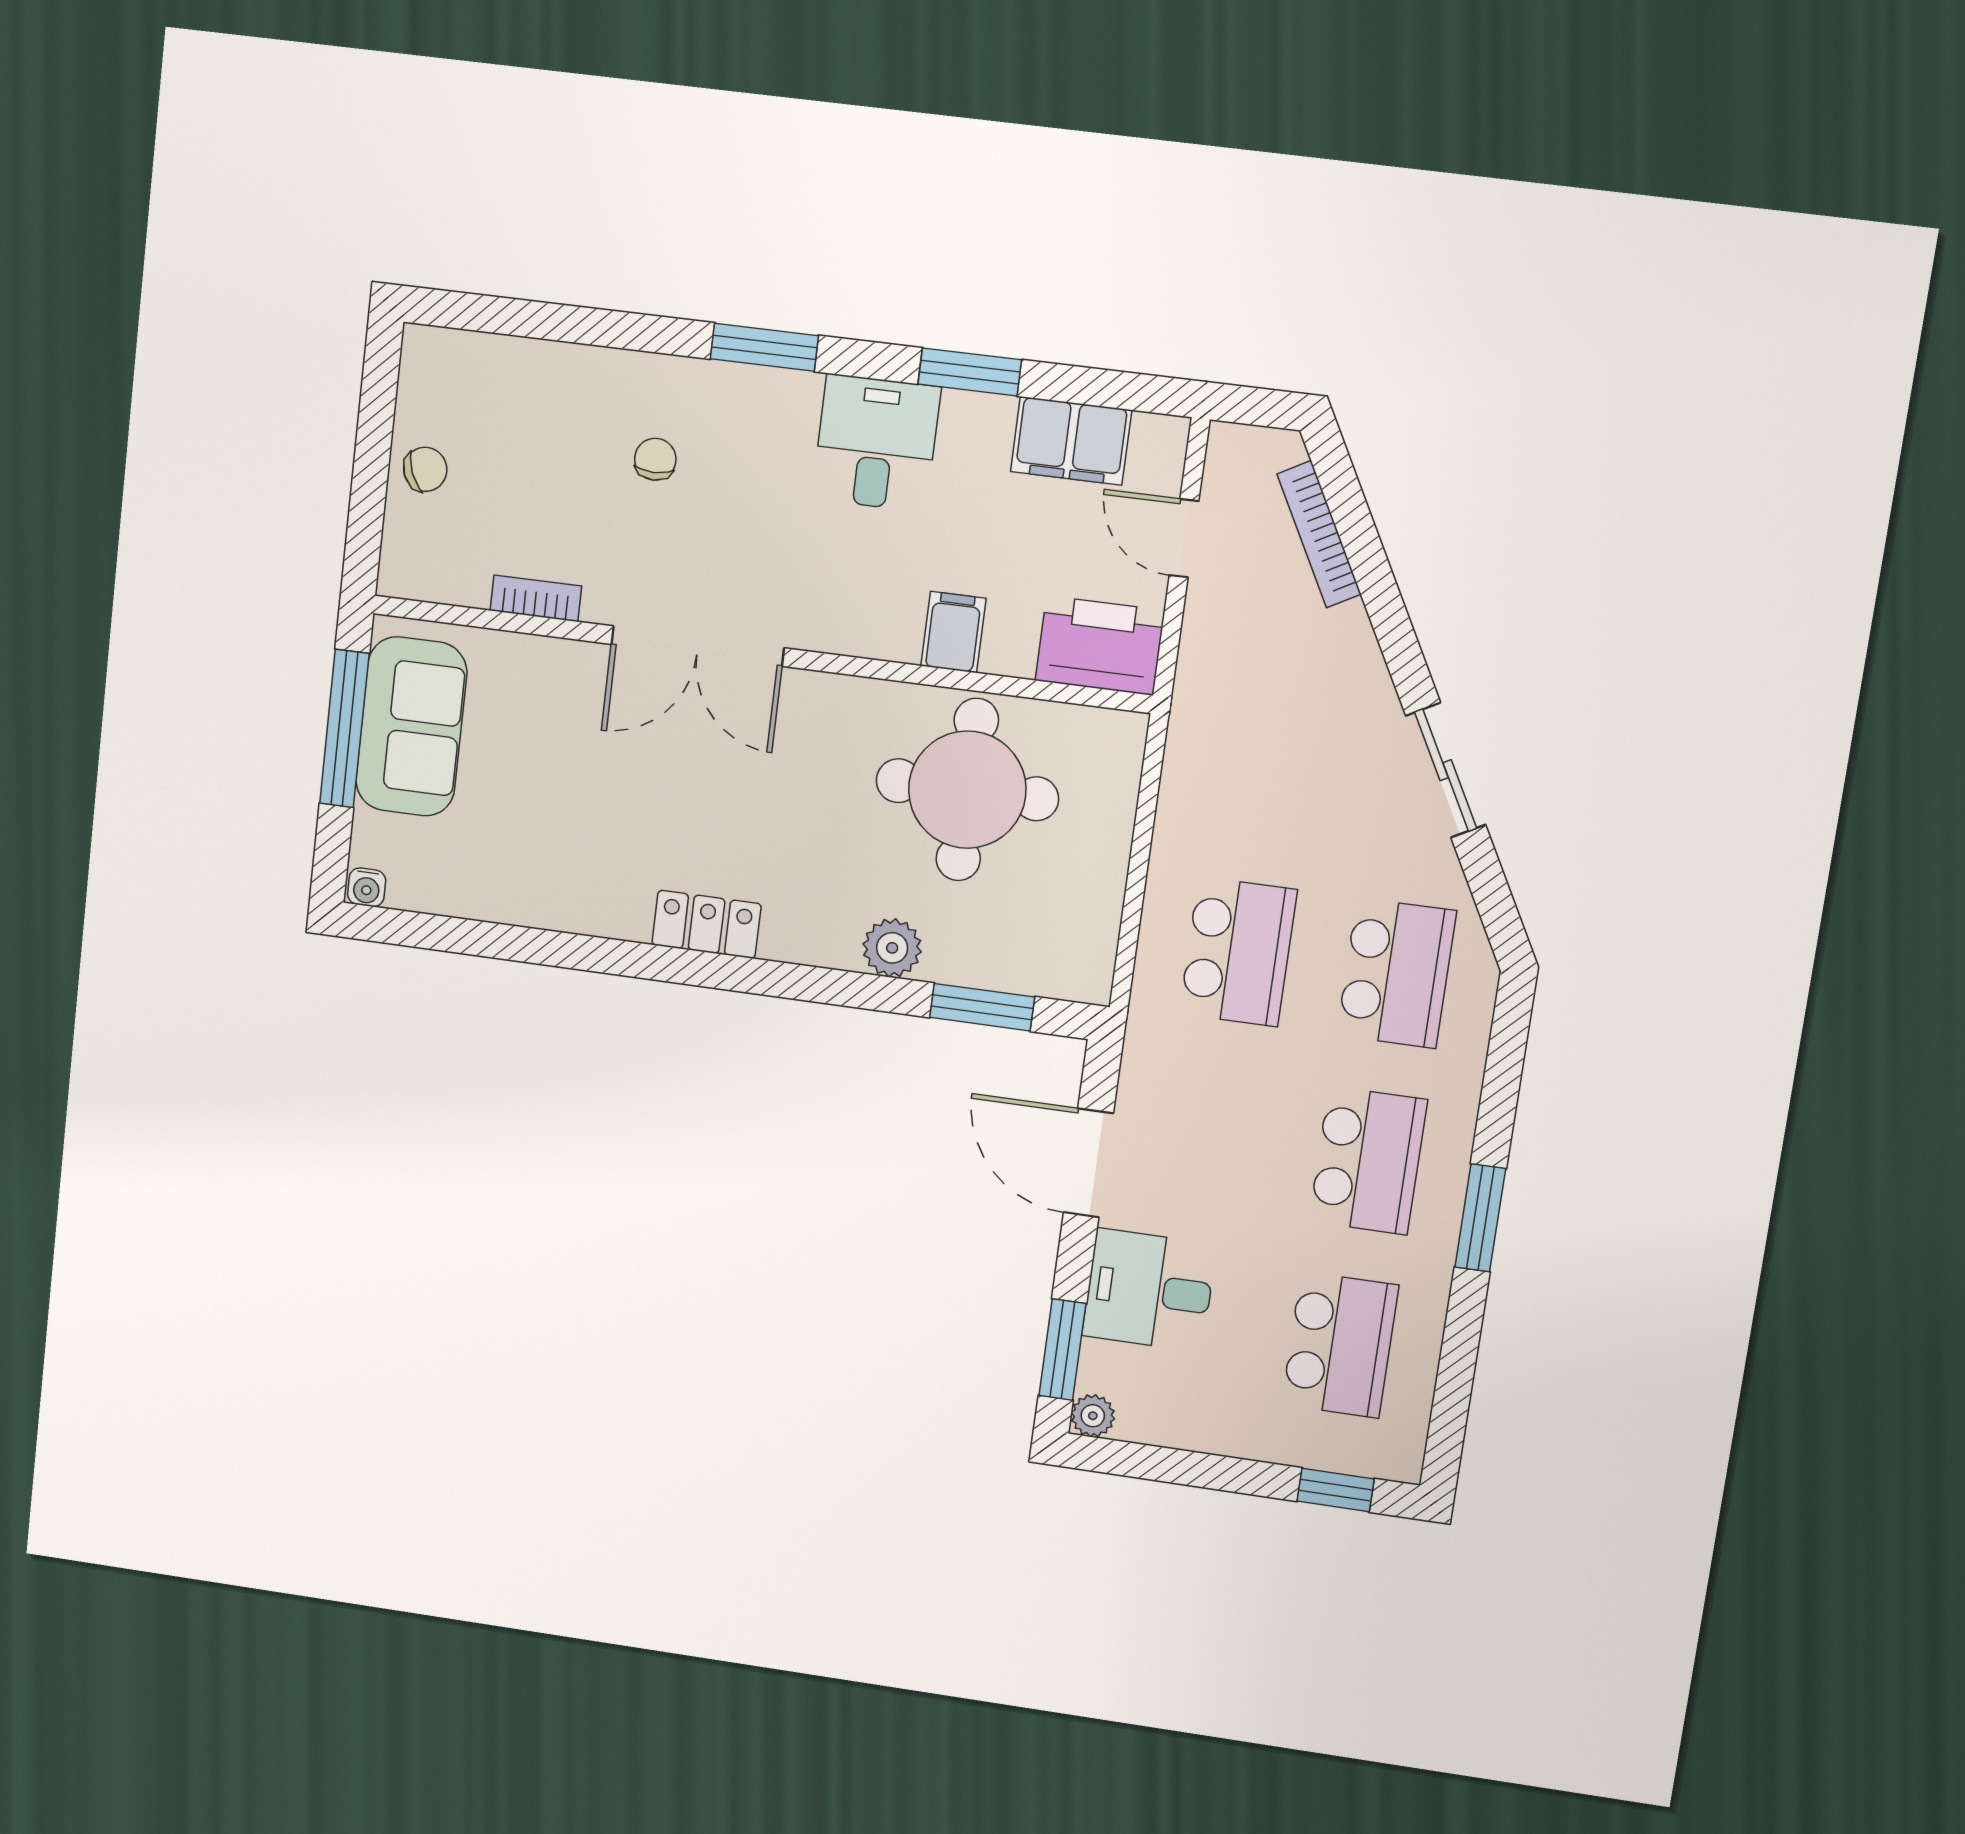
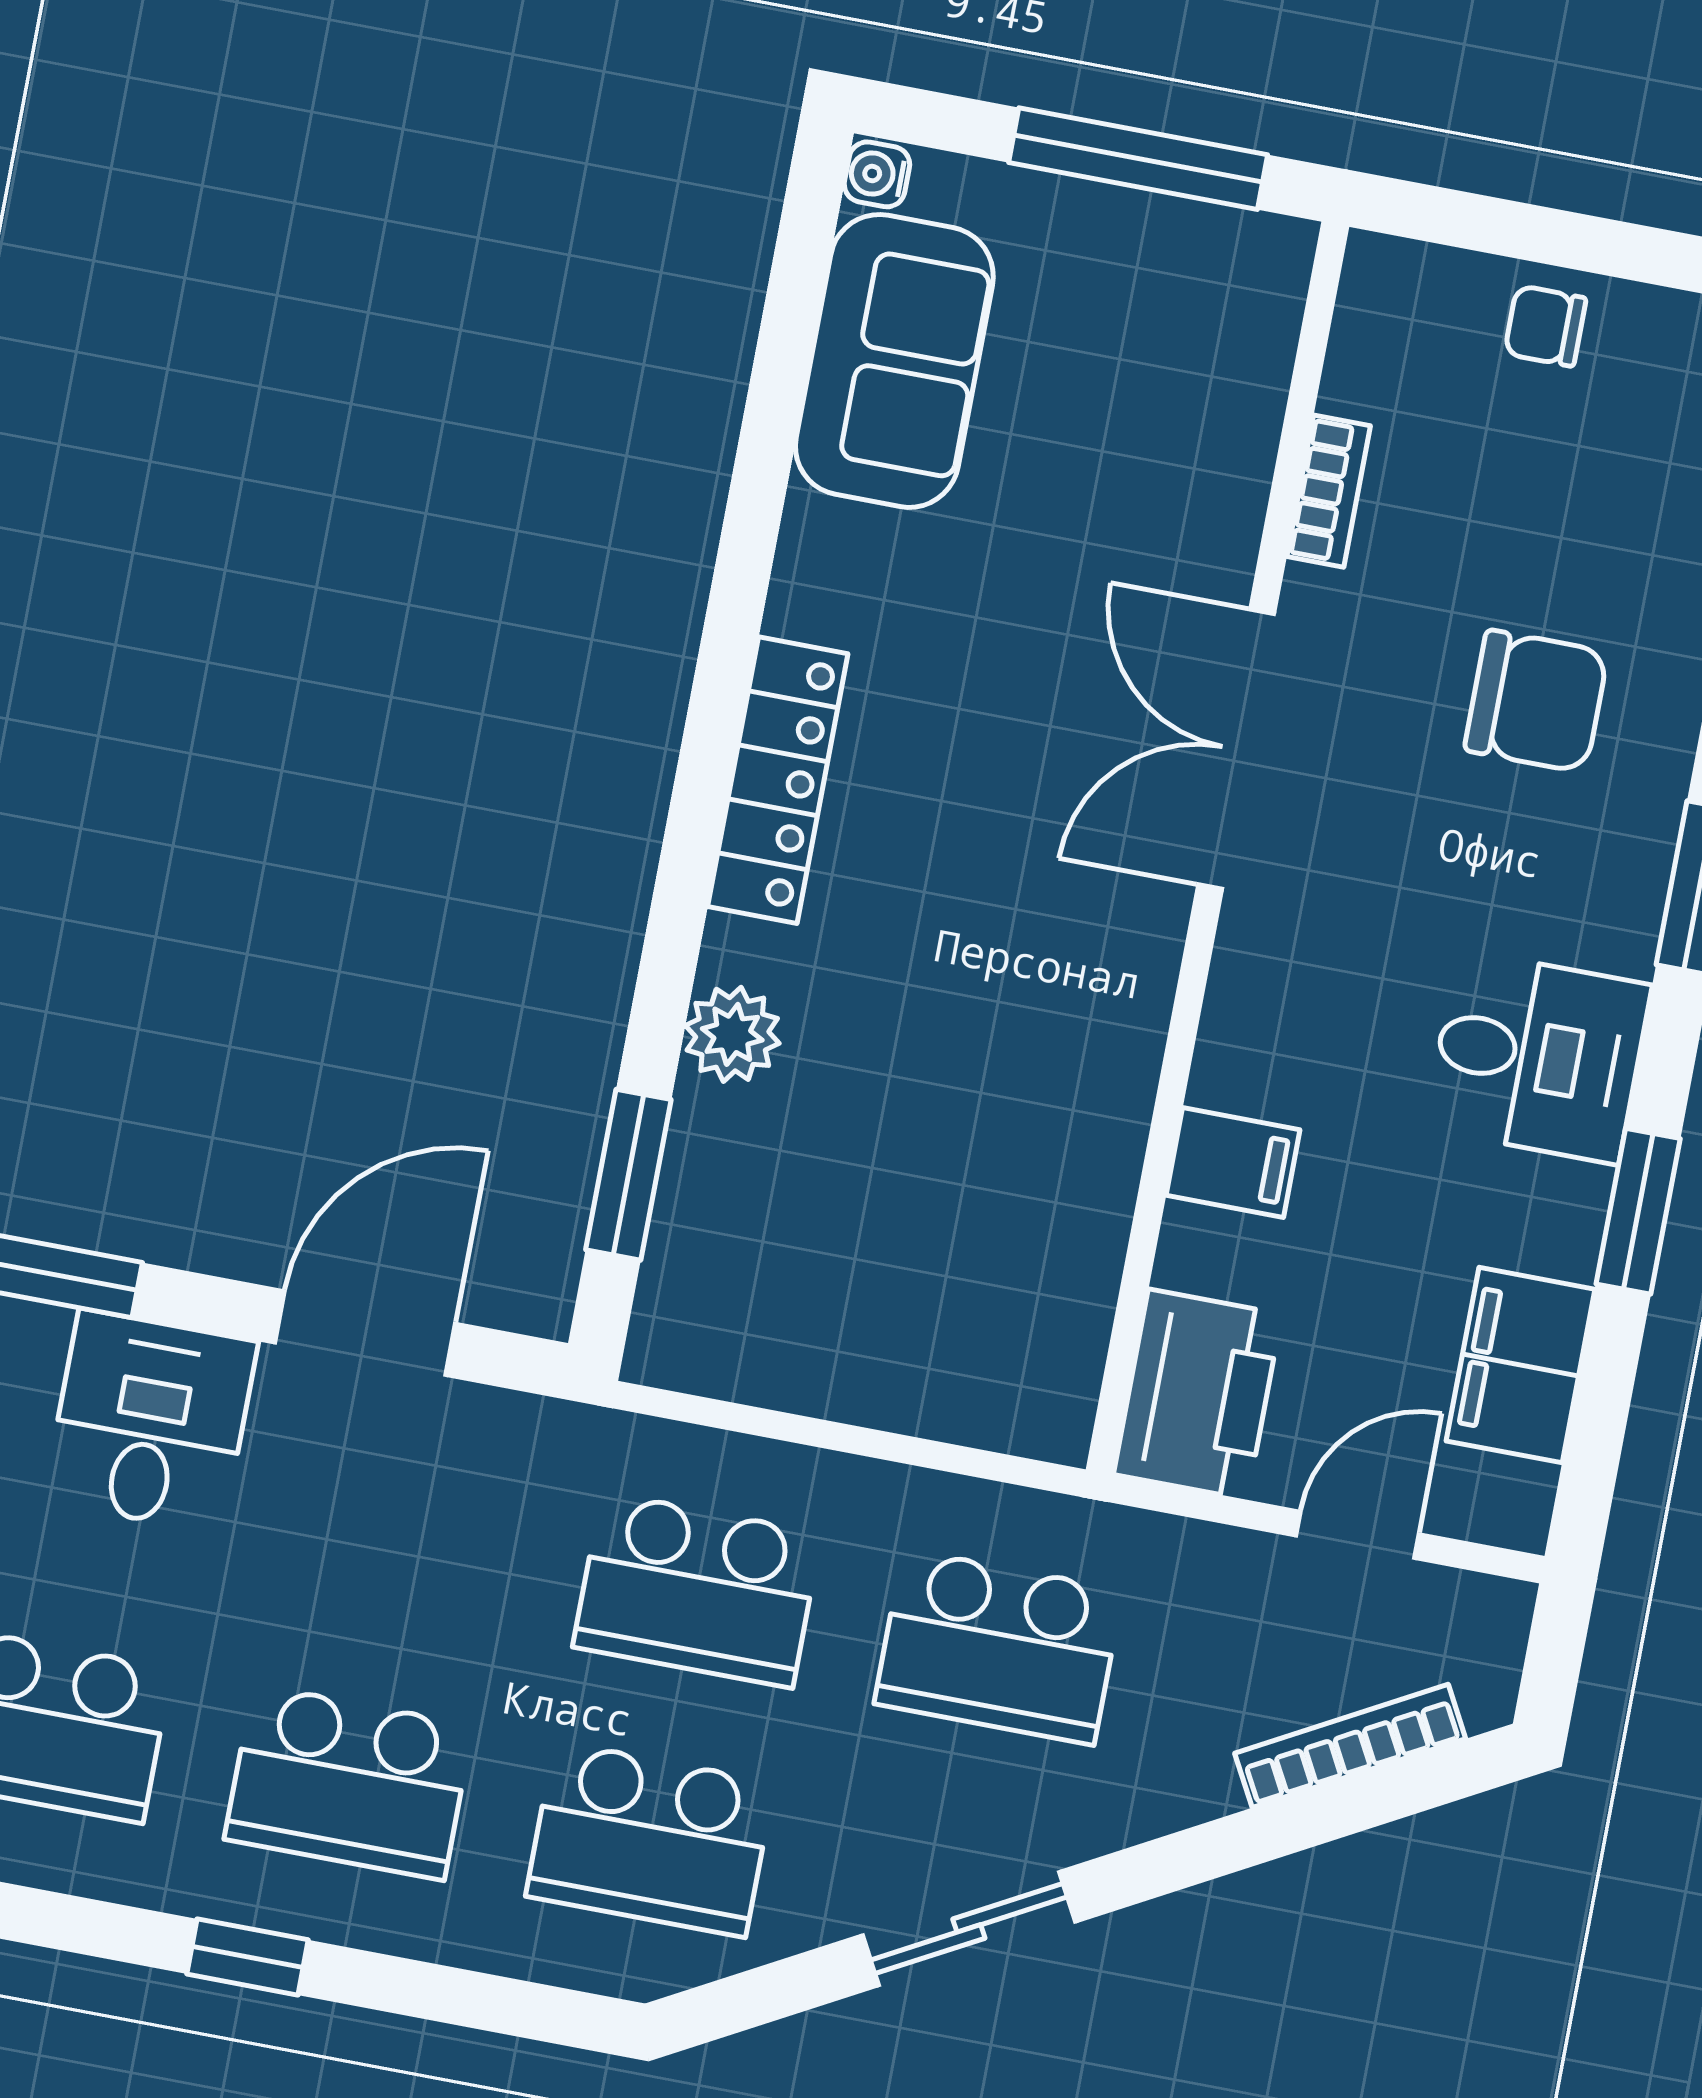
chair: (655, 459) -> (1536, 701), width x1.87, depth x1.87
chair: (425, 469) -> (1545, 326), turned 112
sofa: (411, 727) -> (894, 361), moved, turned -90
school desk: (1265, 762) -> (999, 1647), added
round table: (967, 790) -> (981, 1170), removed
locker: (707, 924) -> (778, 780), width x1.53
window: (1480, 1218) -> (247, 1957), width x0.67

